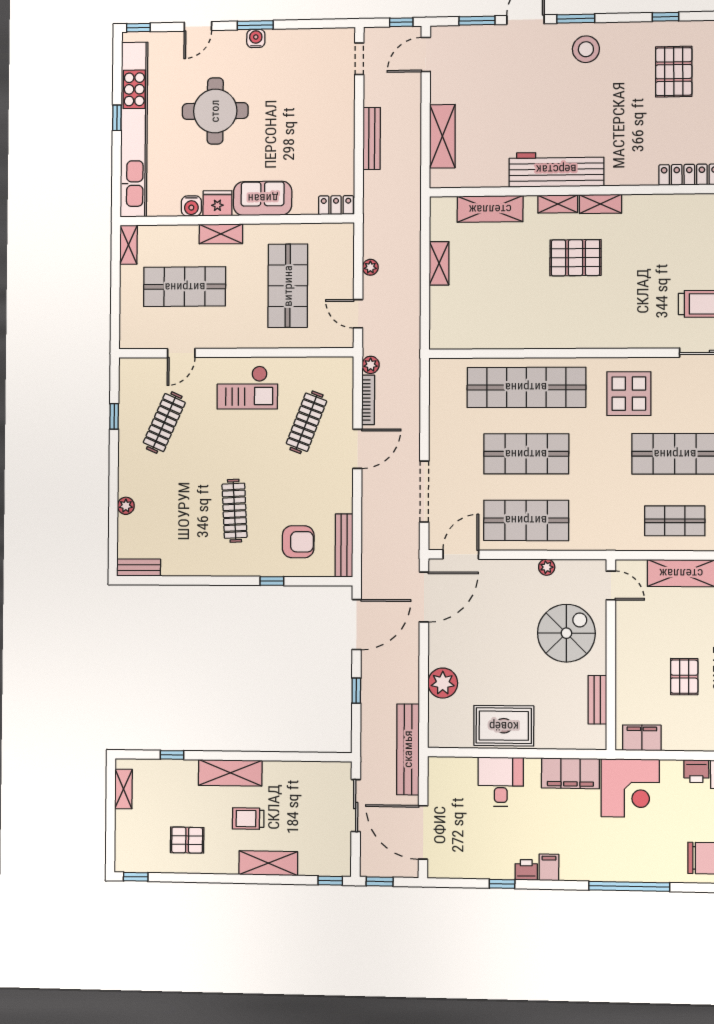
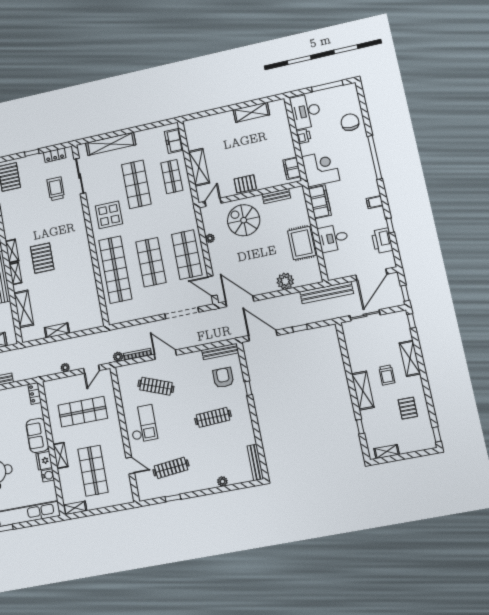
clothes rail: (164, 423) -> (171, 468), turned -30
bench: (139, 568) -> (255, 462), width x1.36
pallet: (684, 677) -> (245, 184), moved
printer: (526, 870) -> (382, 241), moved, width x1.87, depth x1.48

